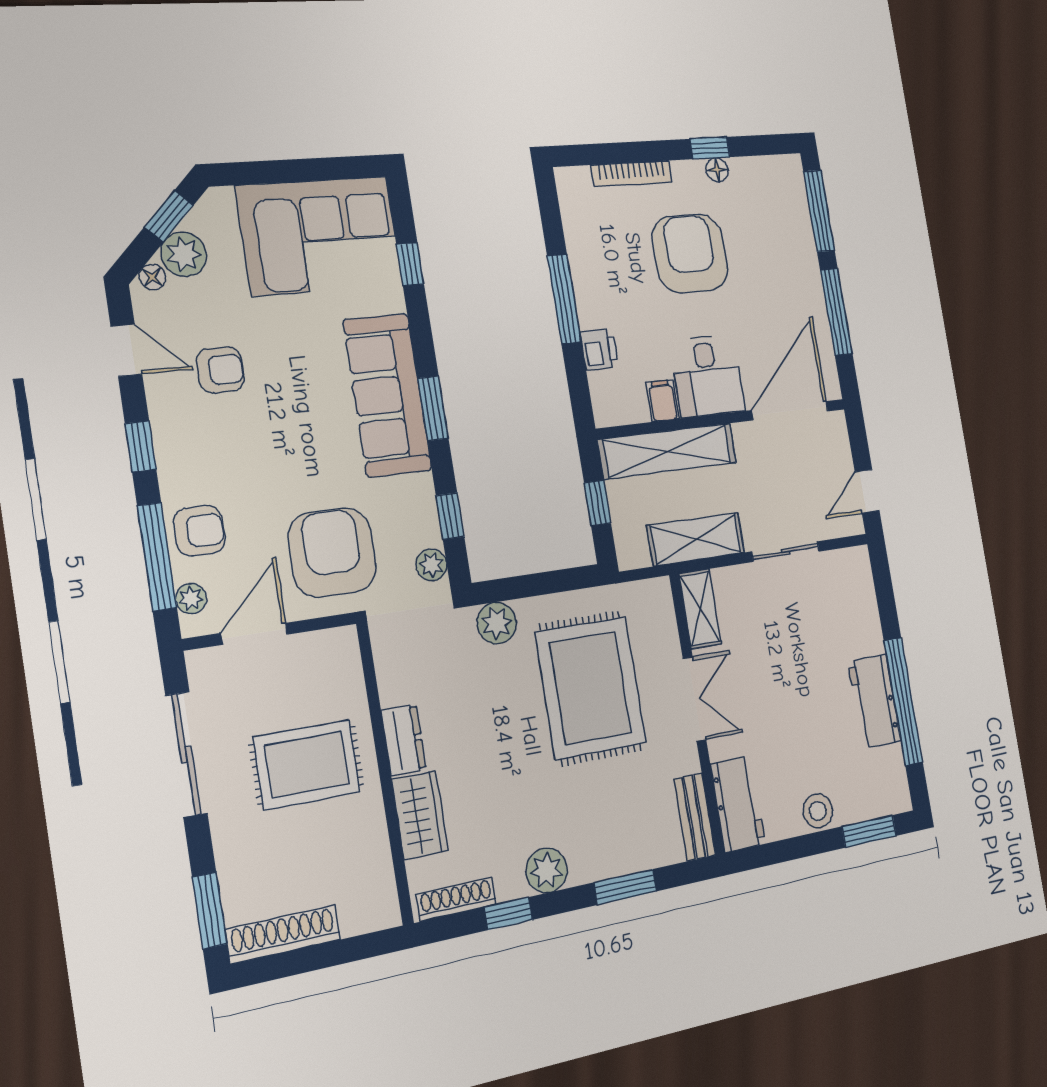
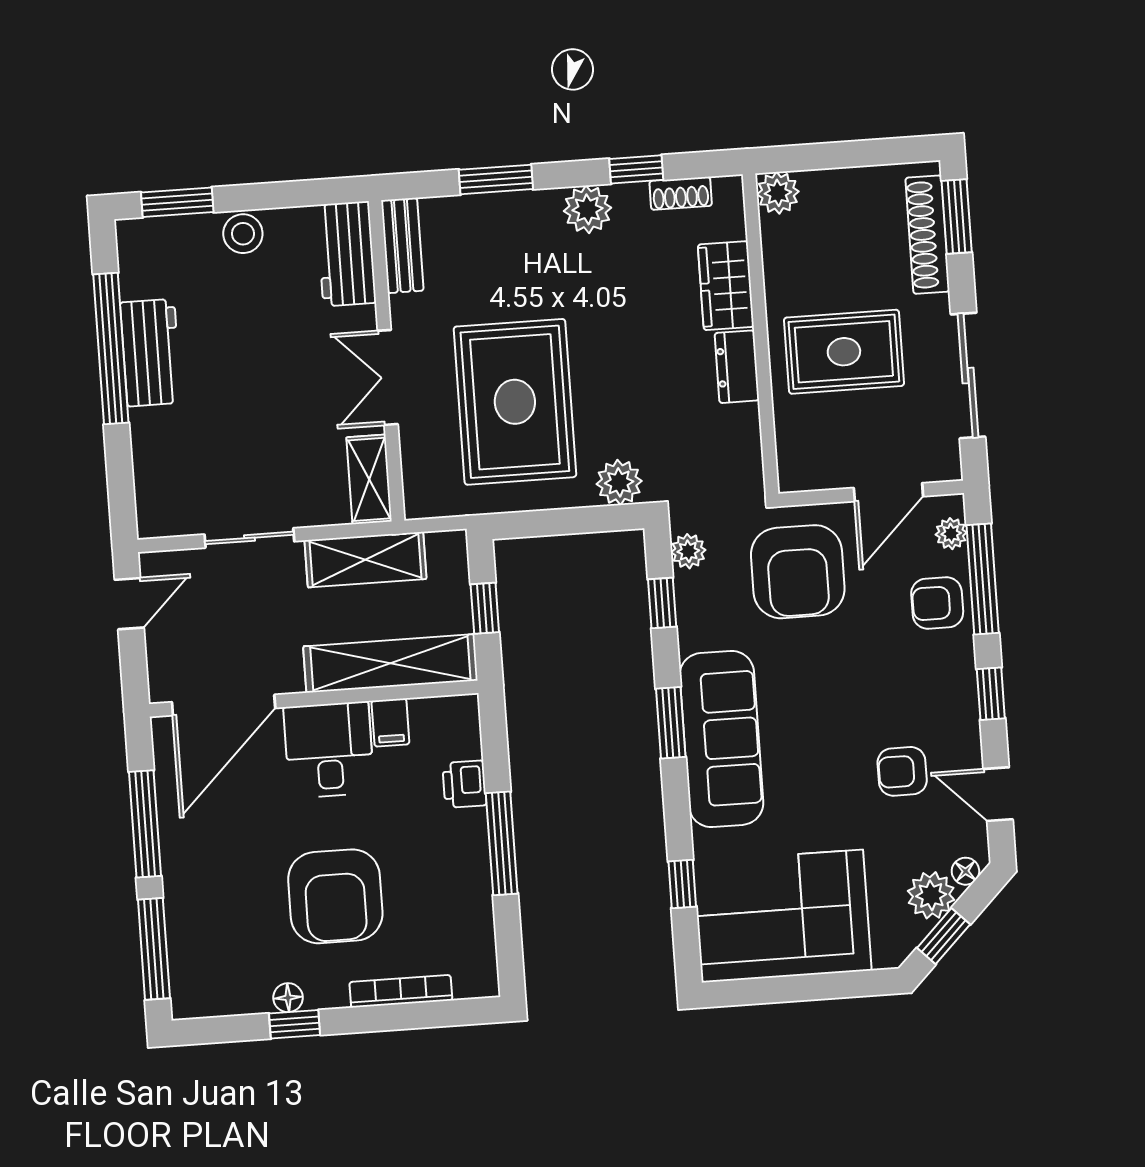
shoe rack: (456, 899) -> (681, 193), width x0.70
plant: (381, 910) -> (778, 193), added
shoe rack: (283, 934) -> (927, 235), moved, turned 90

